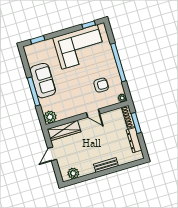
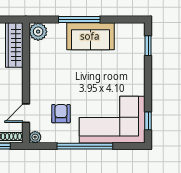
corner sofa: (79, 47) -> (112, 120), moved, turned 90
armchair: (101, 85) -> (61, 114), turned 180
door: (93, 113) -> (26, 113), moved

